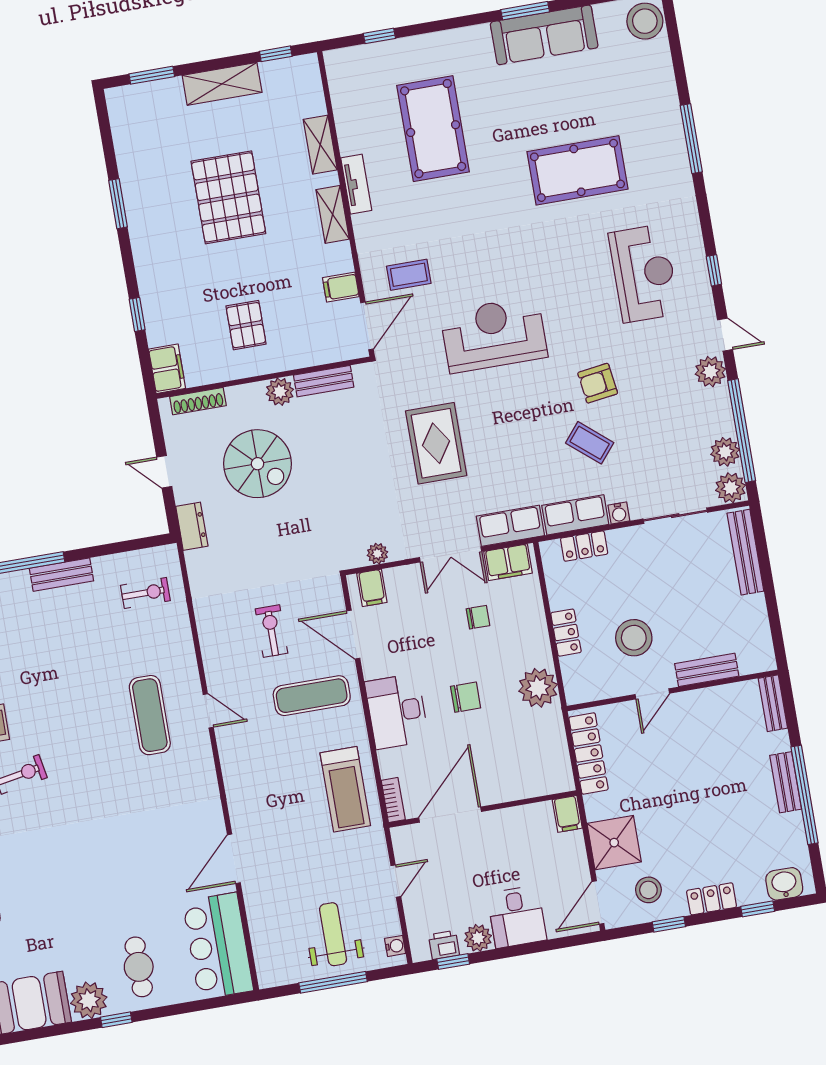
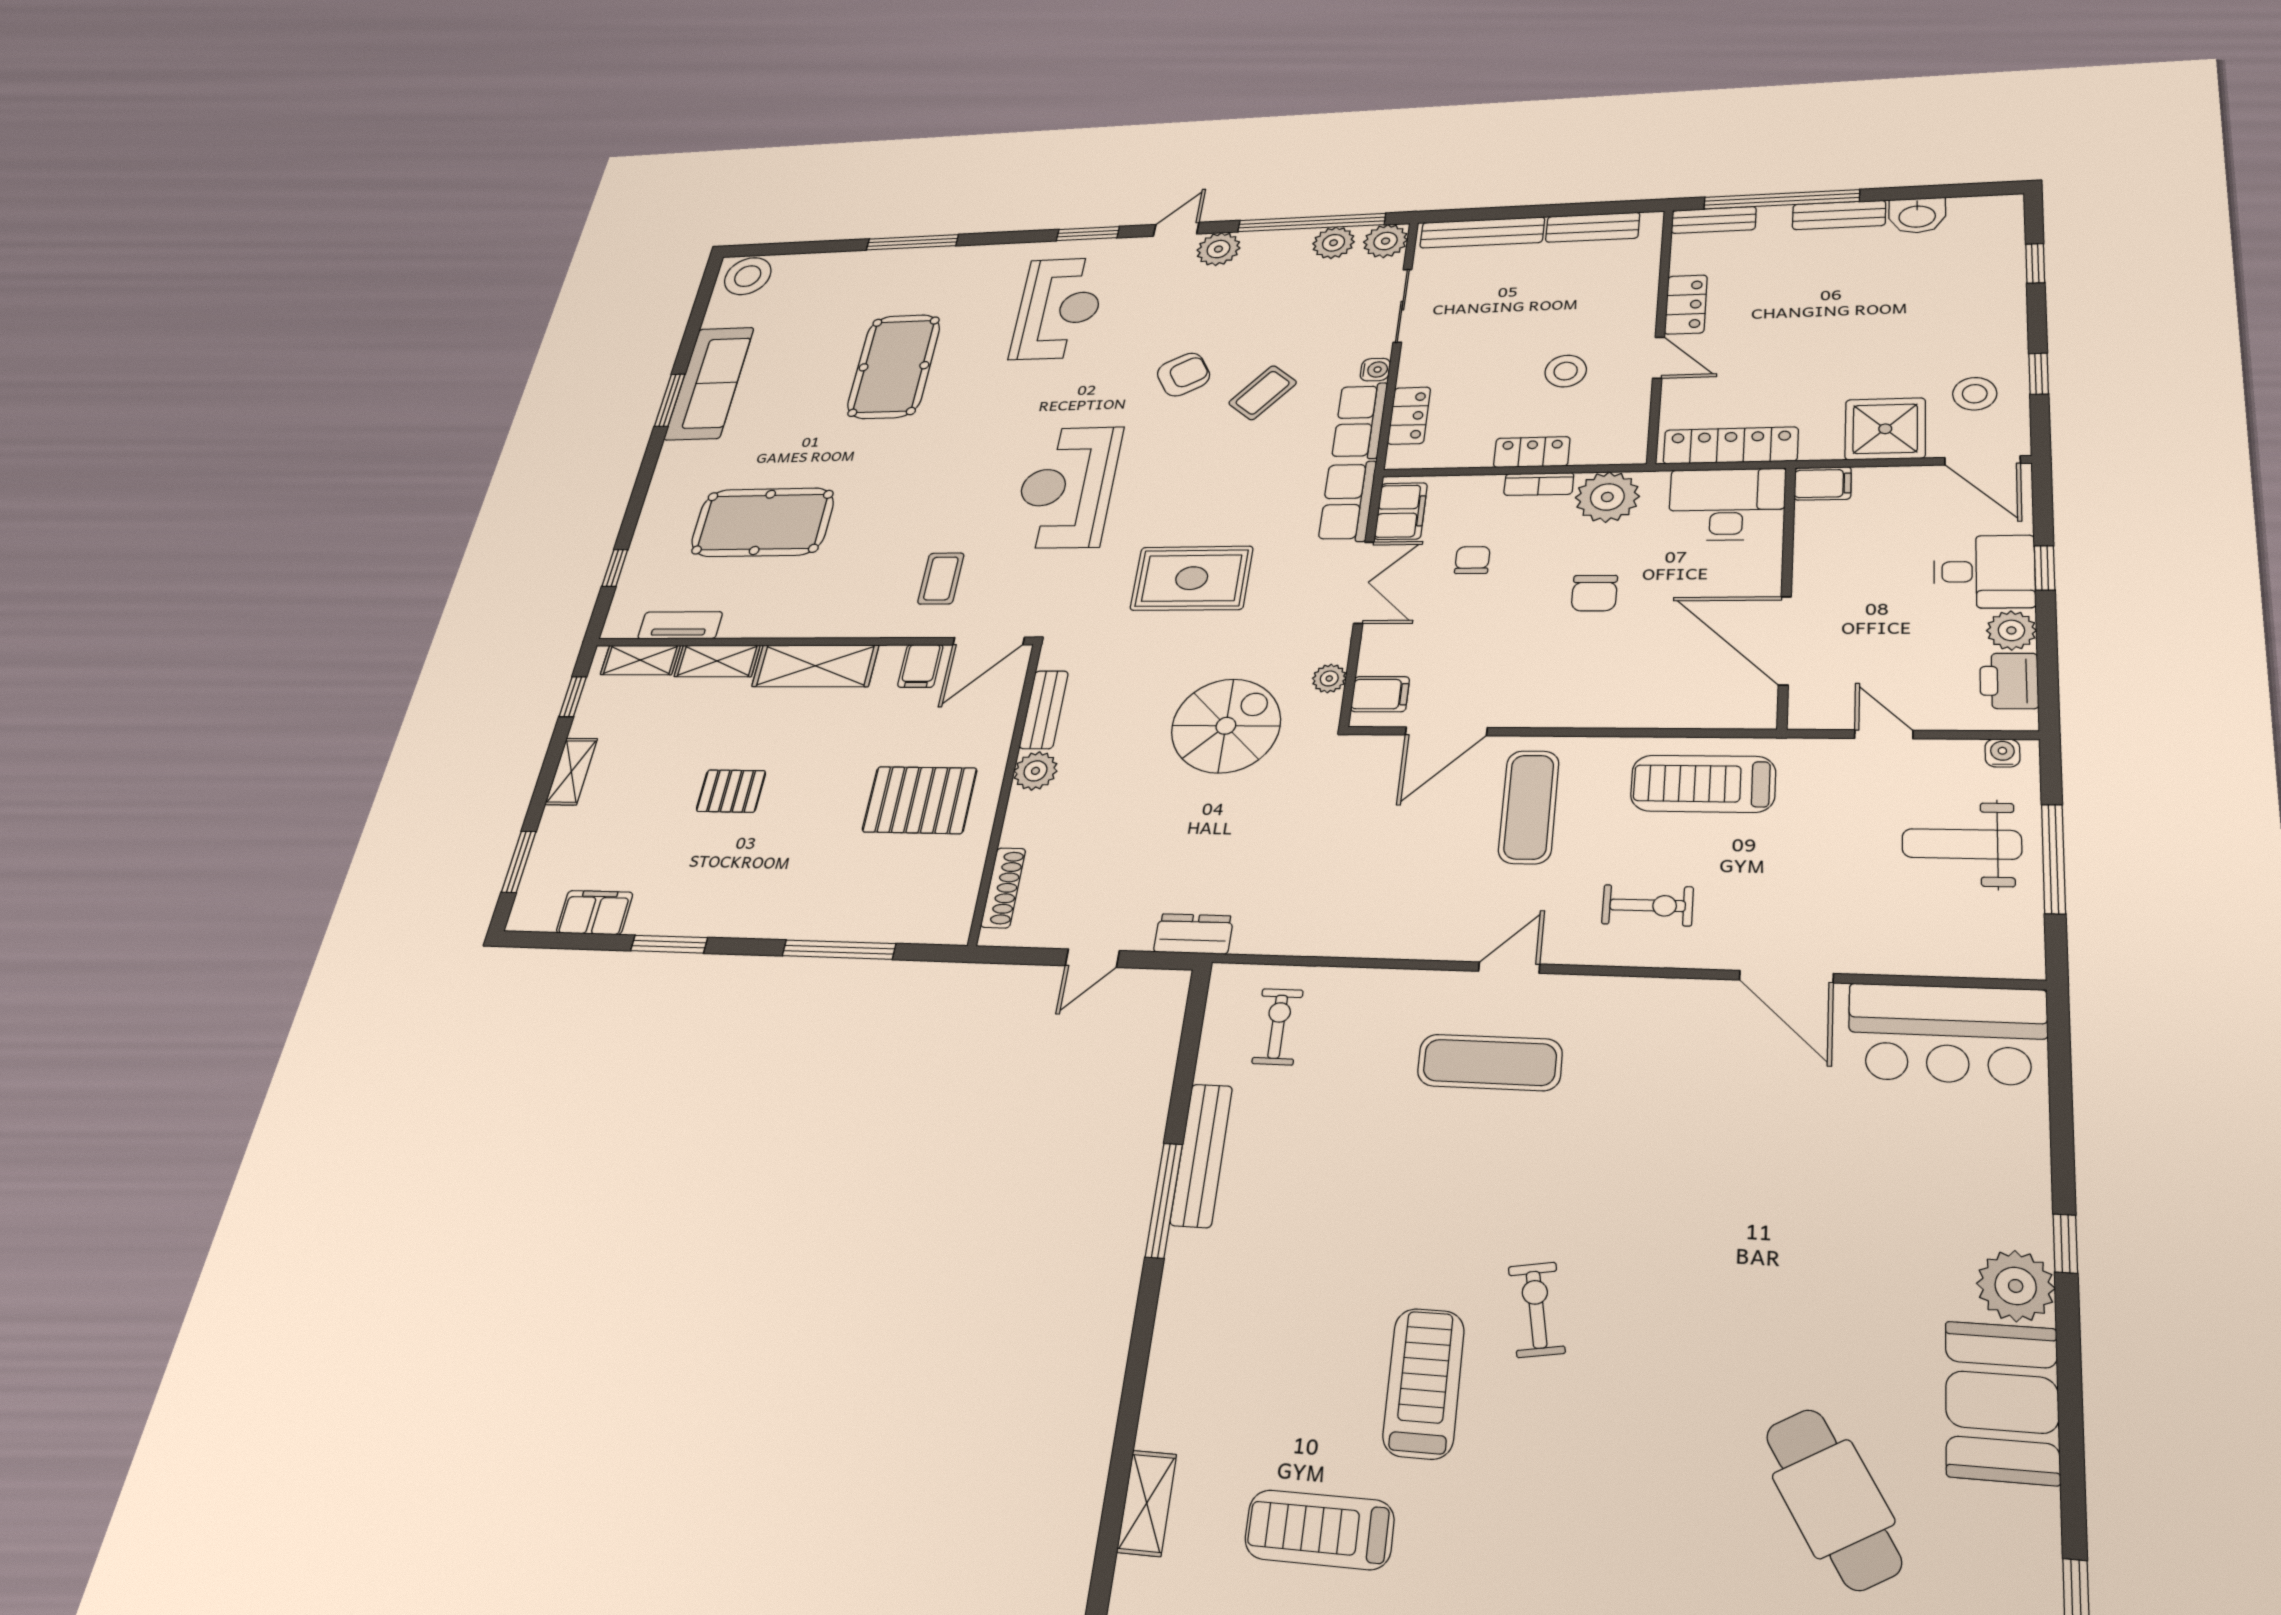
shelving: (222, 84) -> (571, 771), width x0.67, depth x0.75
shelving: (312, 89) -> (640, 660), added
tv unit: (356, 184) -> (680, 625), moved
pallet: (228, 197) -> (731, 791), width x0.49, depth x0.50
shelving: (333, 214) -> (815, 666), width x1.50, depth x1.33
window: (714, 270) -> (1088, 234), width x1.50
reception desk: (644, 273) -> (1059, 308), turned 90
window: (137, 314) -> (839, 950), width x2.17
pallet: (246, 325) -> (920, 800), width x1.50, depth x1.42
door: (367, 326) -> (989, 641), swing flipped
filing cabinet: (167, 369) -> (595, 913), moved
armchair: (598, 383) -> (1183, 375), turned -111
spiral stairs: (258, 464) -> (1226, 726), moved
bench: (61, 575) -> (1201, 1155), width x1.36
exercise bike: (271, 631) -> (1648, 905), moved, turned 180
stool: (634, 638) -> (1566, 371), width x0.73, depth x0.73
bench: (707, 670) -> (1593, 227), moved, turned 90
chair: (466, 697) -> (1594, 593), turned 180
desk: (397, 711) -> (1727, 504), moved, turned 180
treadmill: (345, 789) -> (1703, 784), turned 180
window: (805, 795) -> (1781, 199), moved
bookcase: (393, 800) -> (1539, 484), moved, turned 180
washbasin: (784, 884) -> (1917, 216), moved, turned -90
locker: (712, 899) -> (1686, 305), moved, turned 180
printer: (444, 945) -> (2009, 681), width x1.36, depth x1.24
window: (453, 962) -> (2045, 568), moved
cafe table: (139, 967) -> (1963, 1180), removed

